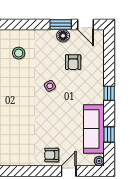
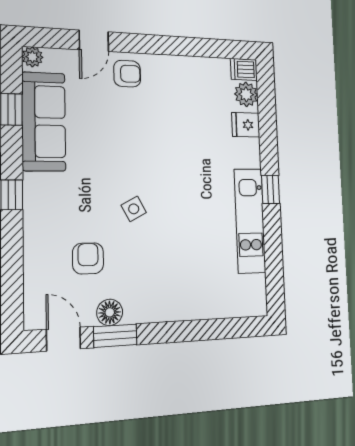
stool: (19, 53) -> (195, 273), removed

